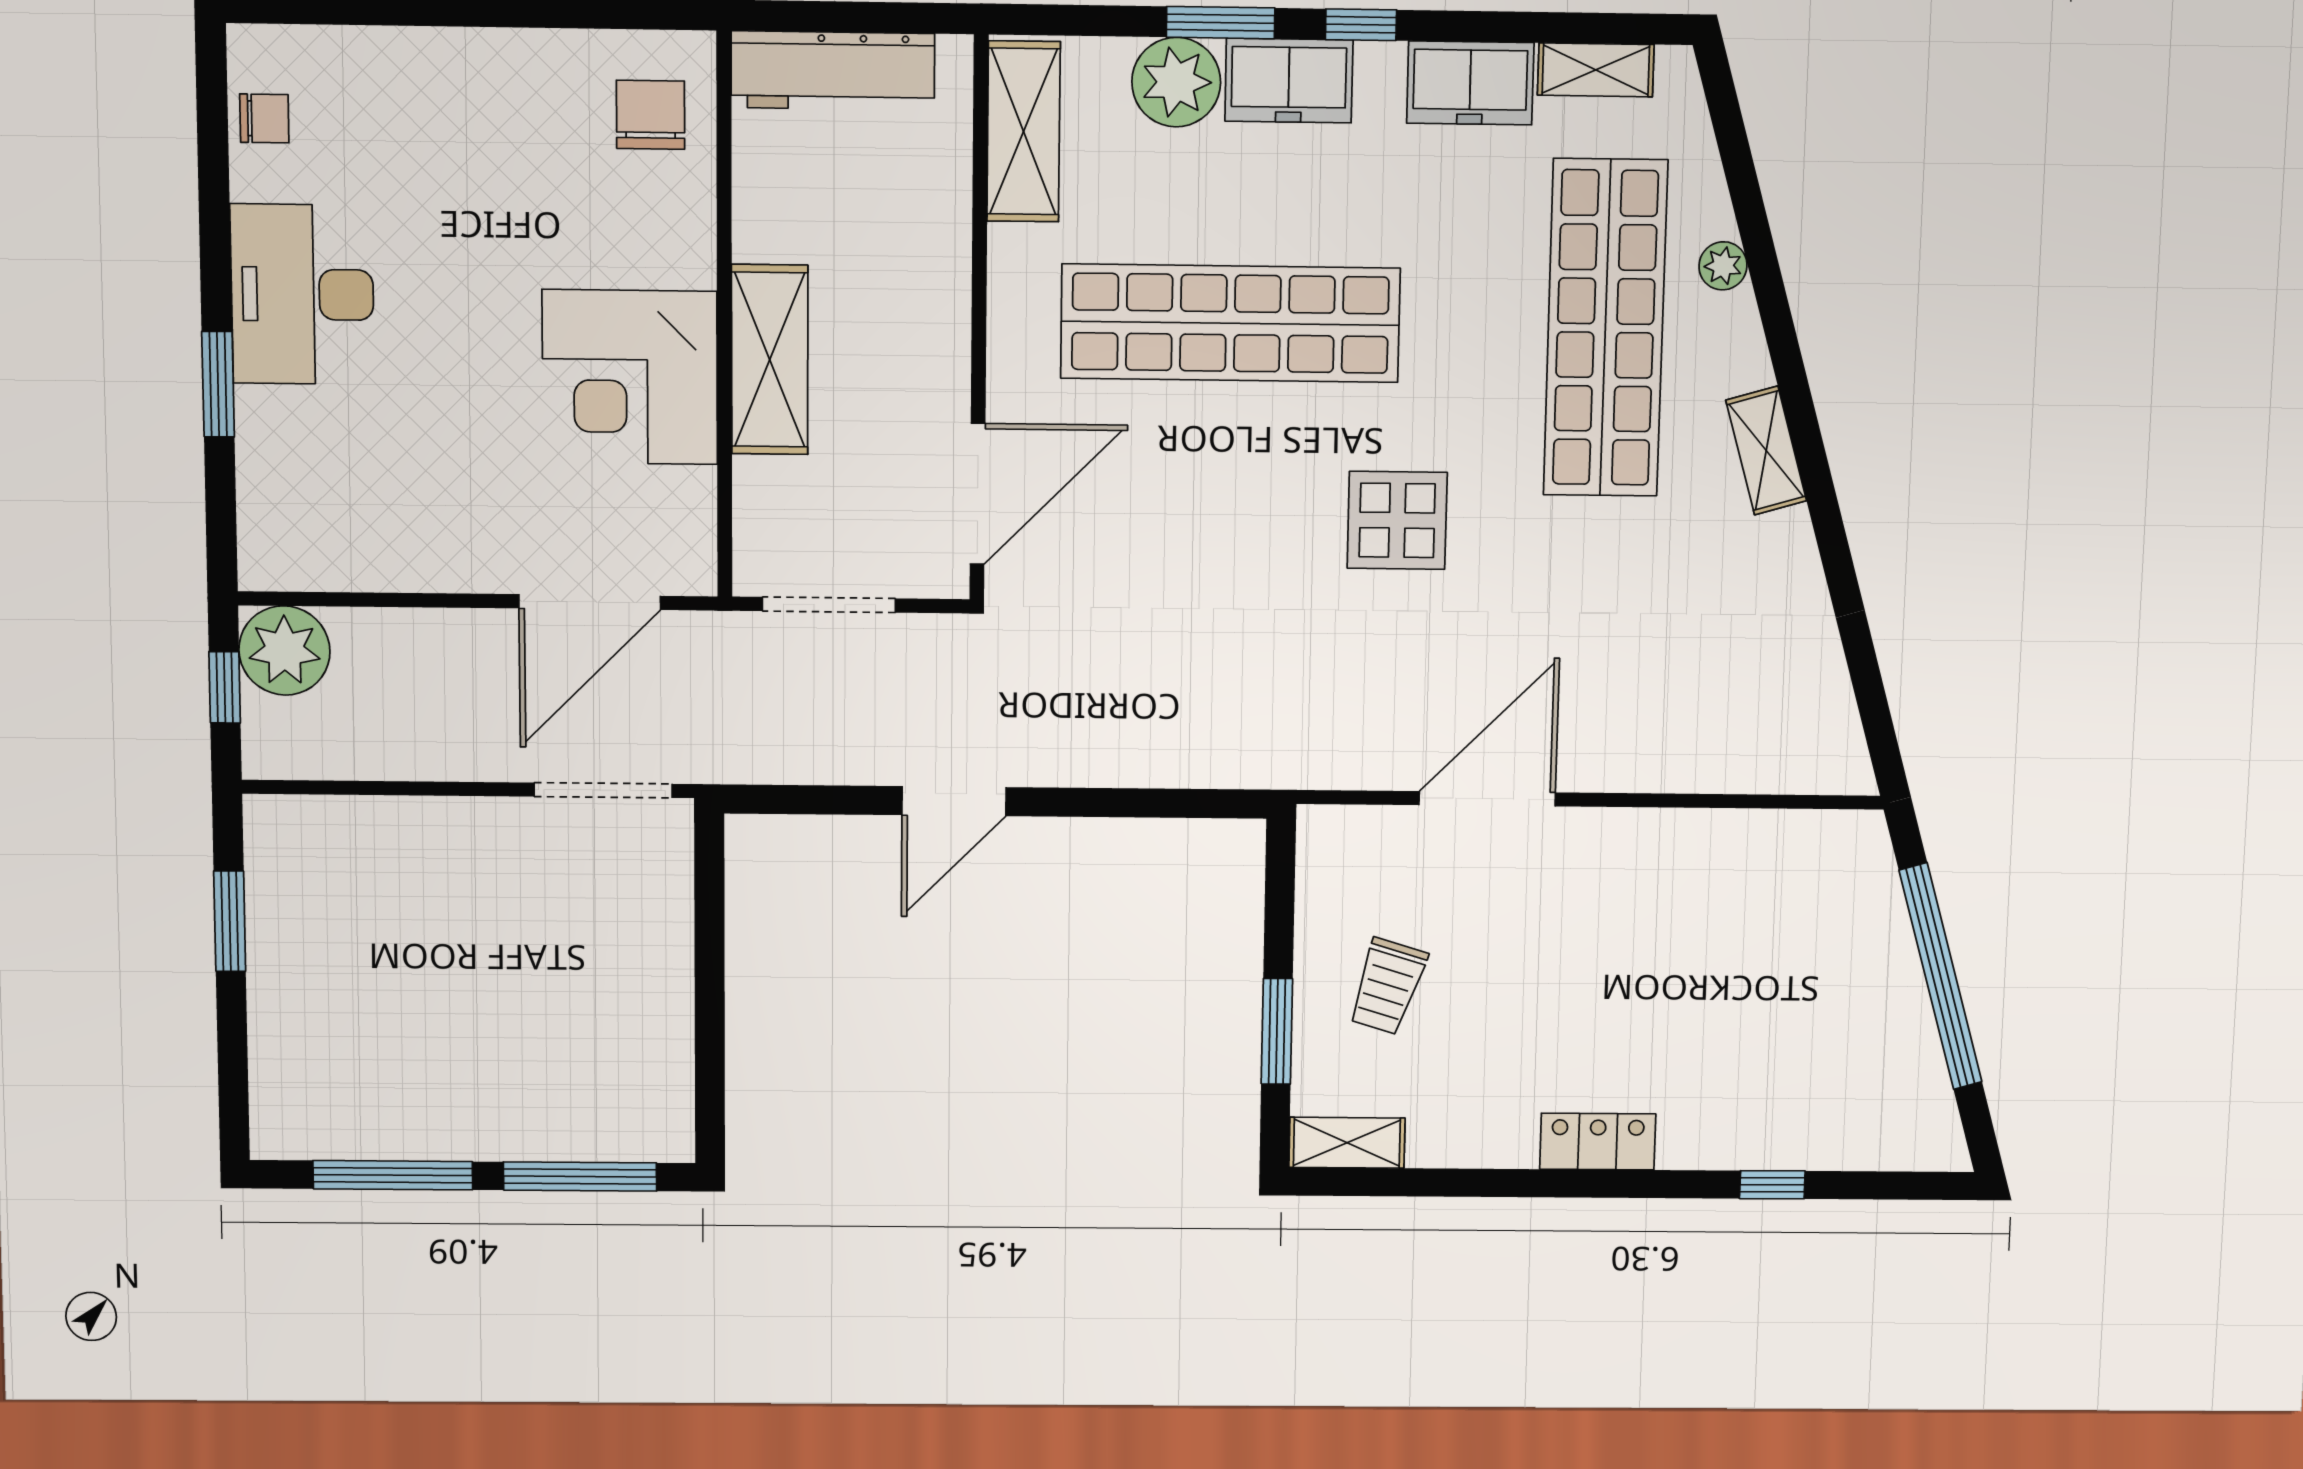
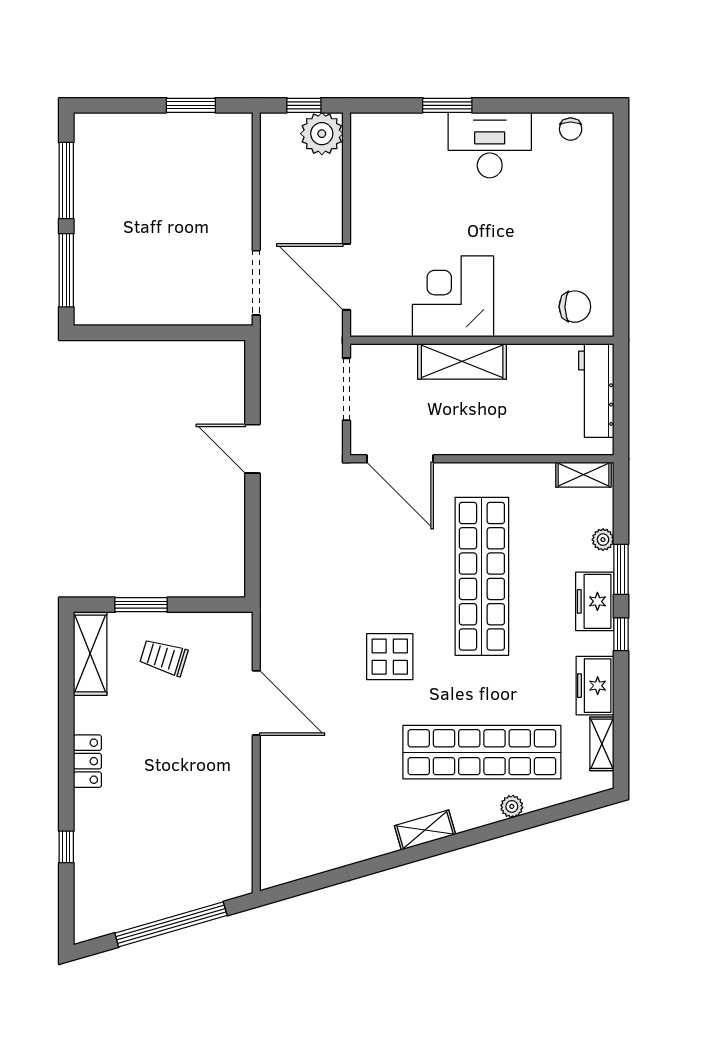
plant: (1176, 82) -> (603, 540), width x0.53, depth x0.53
shelving: (1024, 131) -> (583, 475), width x0.67, depth x0.75
shelving: (1347, 1143) -> (90, 654), width x1.50, depth x1.33

